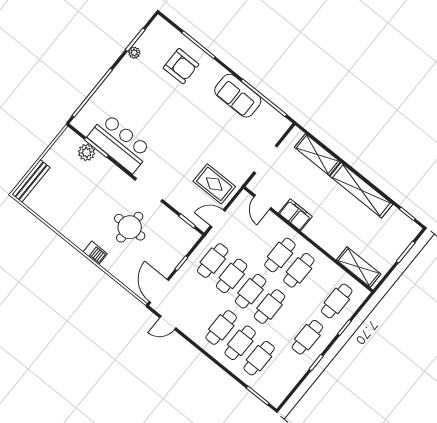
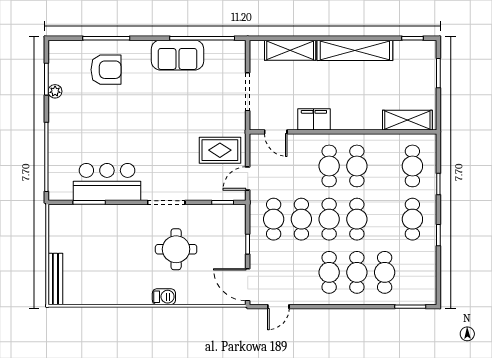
plant: (87, 152) -> (84, 214), removed

